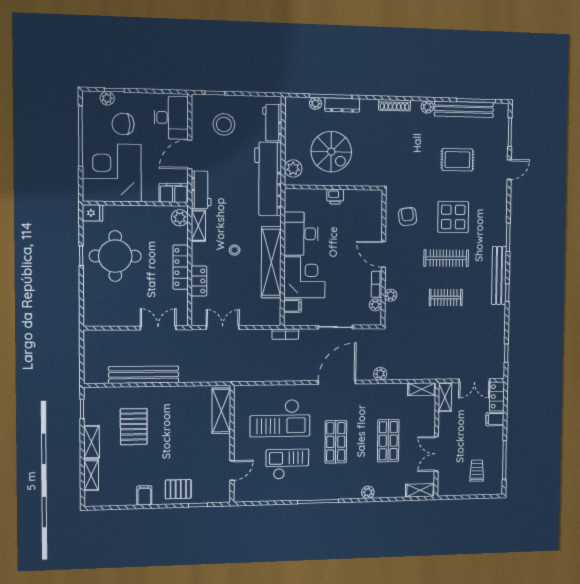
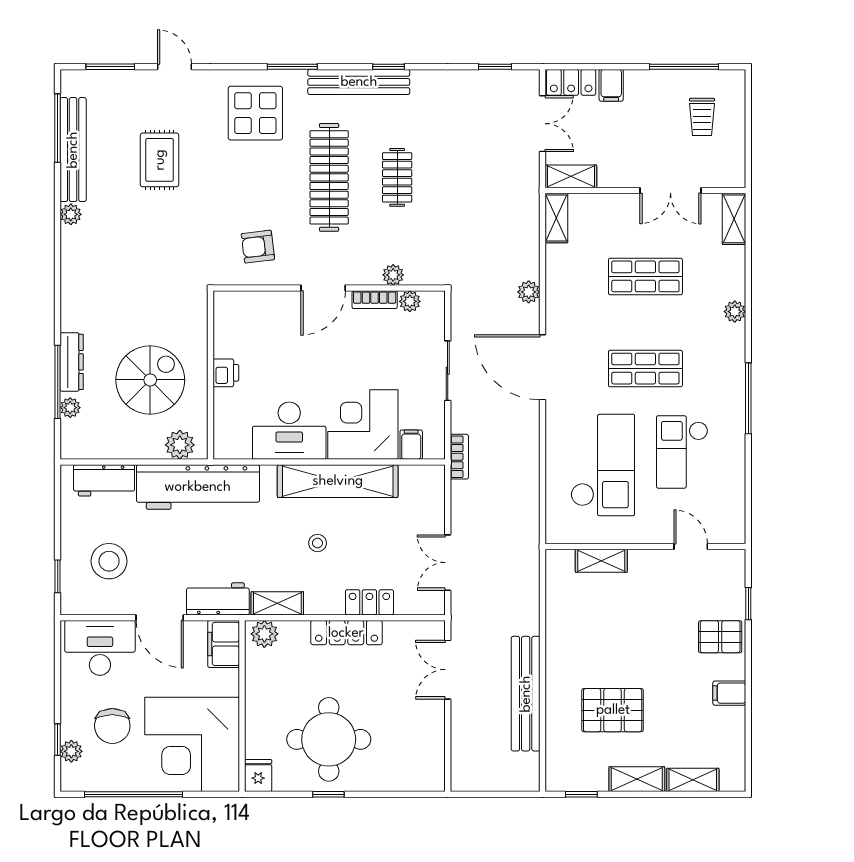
shoe rack: (395, 105) -> (69, 272), removed
display table: (453, 217) -> (255, 113), moved
clothes rail: (446, 258) -> (329, 177), width x1.37, depth x1.31
shelving: (221, 411) -> (601, 561), width x0.67, depth x0.75
trolley: (477, 471) -> (702, 117), turned -90
pallet: (178, 489) -> (720, 637), turned 90

